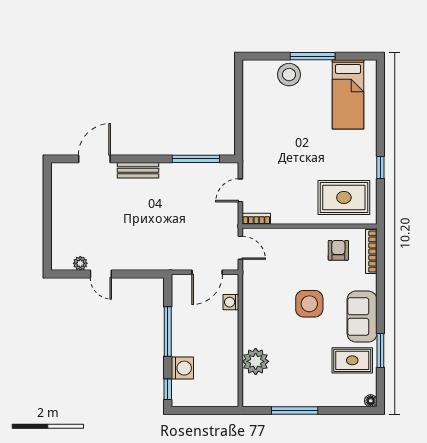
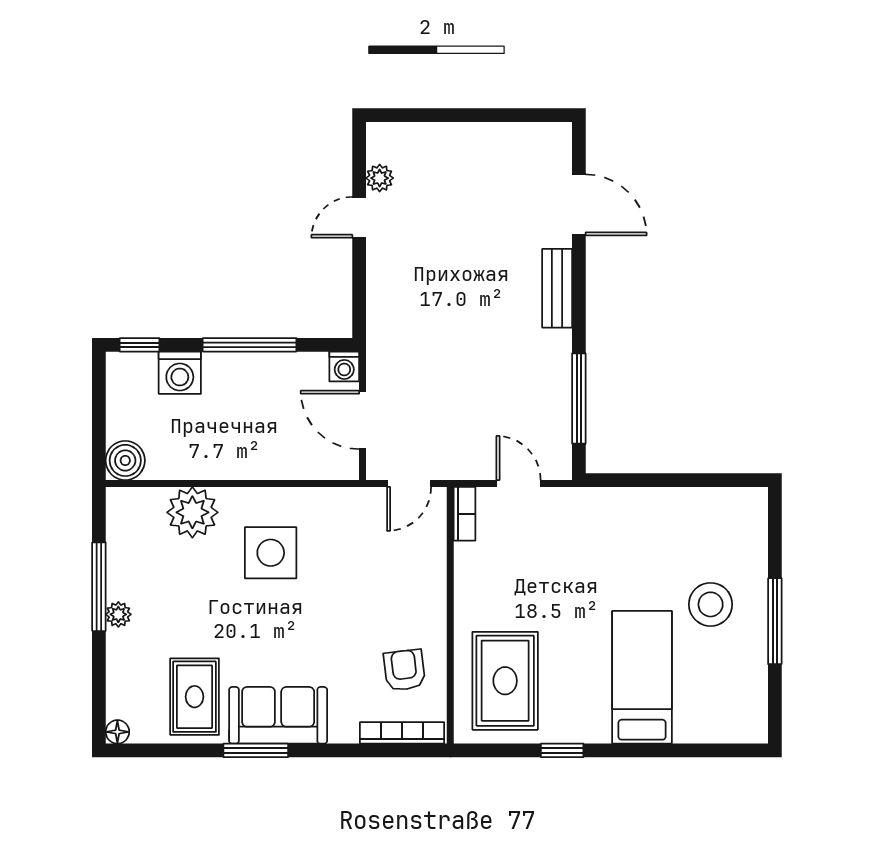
stool: (289, 75) -> (711, 604), moved
bed: (348, 94) -> (642, 677), moved, turned 90
armchair: (338, 250) -> (404, 670), turned -97
washing machine: (231, 302) -> (344, 367), moved, turned 180
side table: (309, 304) -> (271, 553), moved
window: (380, 351) -> (256, 750), moved
boiler: (228, 397) -> (125, 460), added
plant: (309, 400) -> (118, 614), added

